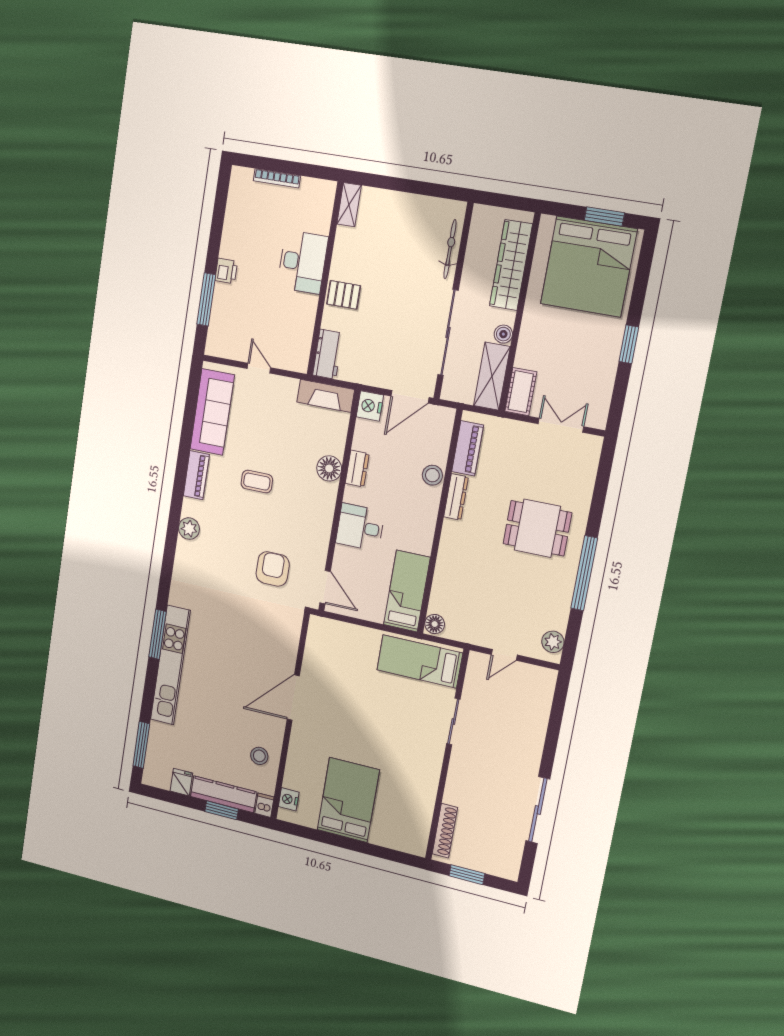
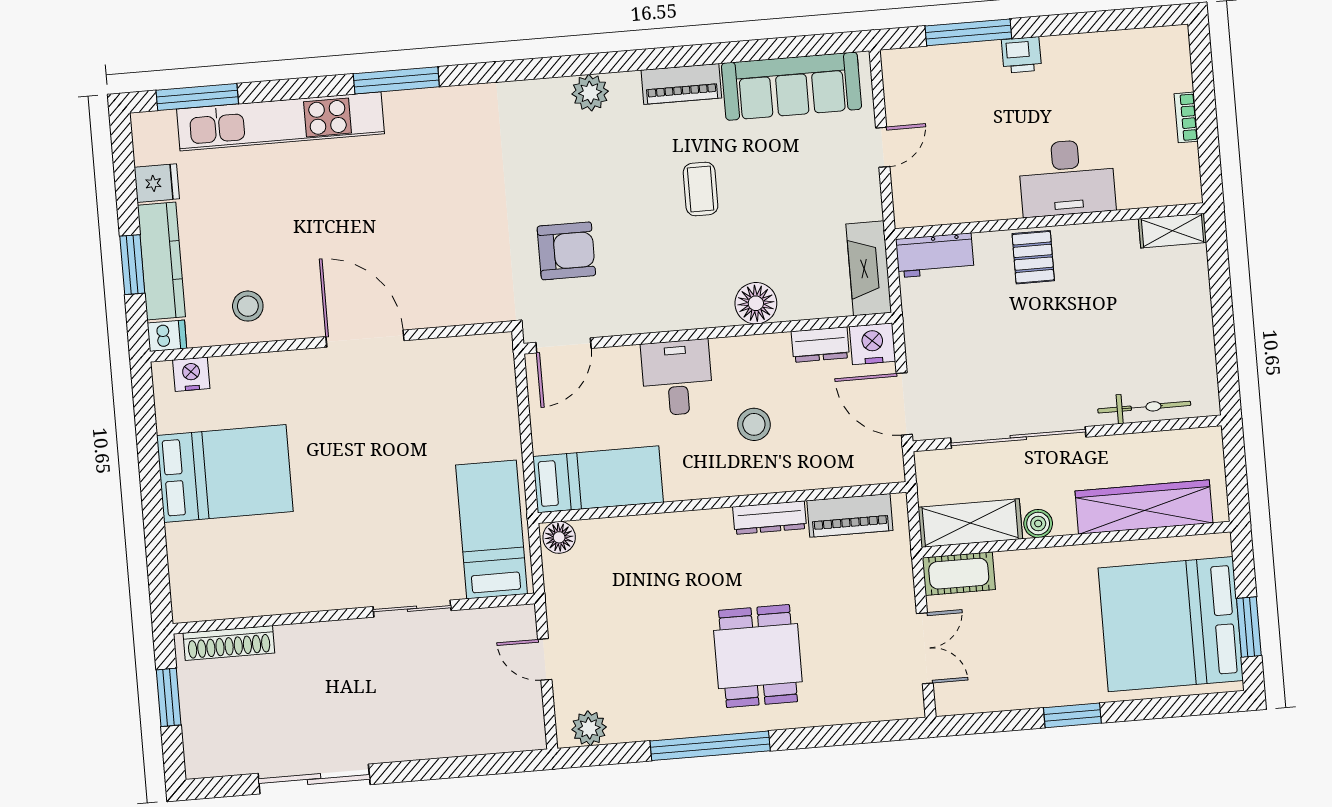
bookcase: (277, 178) -> (1186, 117), width x0.64
dresser: (357, 469) -> (820, 345), moved
stool: (432, 475) -> (754, 424), moved
kitchen unit: (170, 665) -> (281, 121), moved

